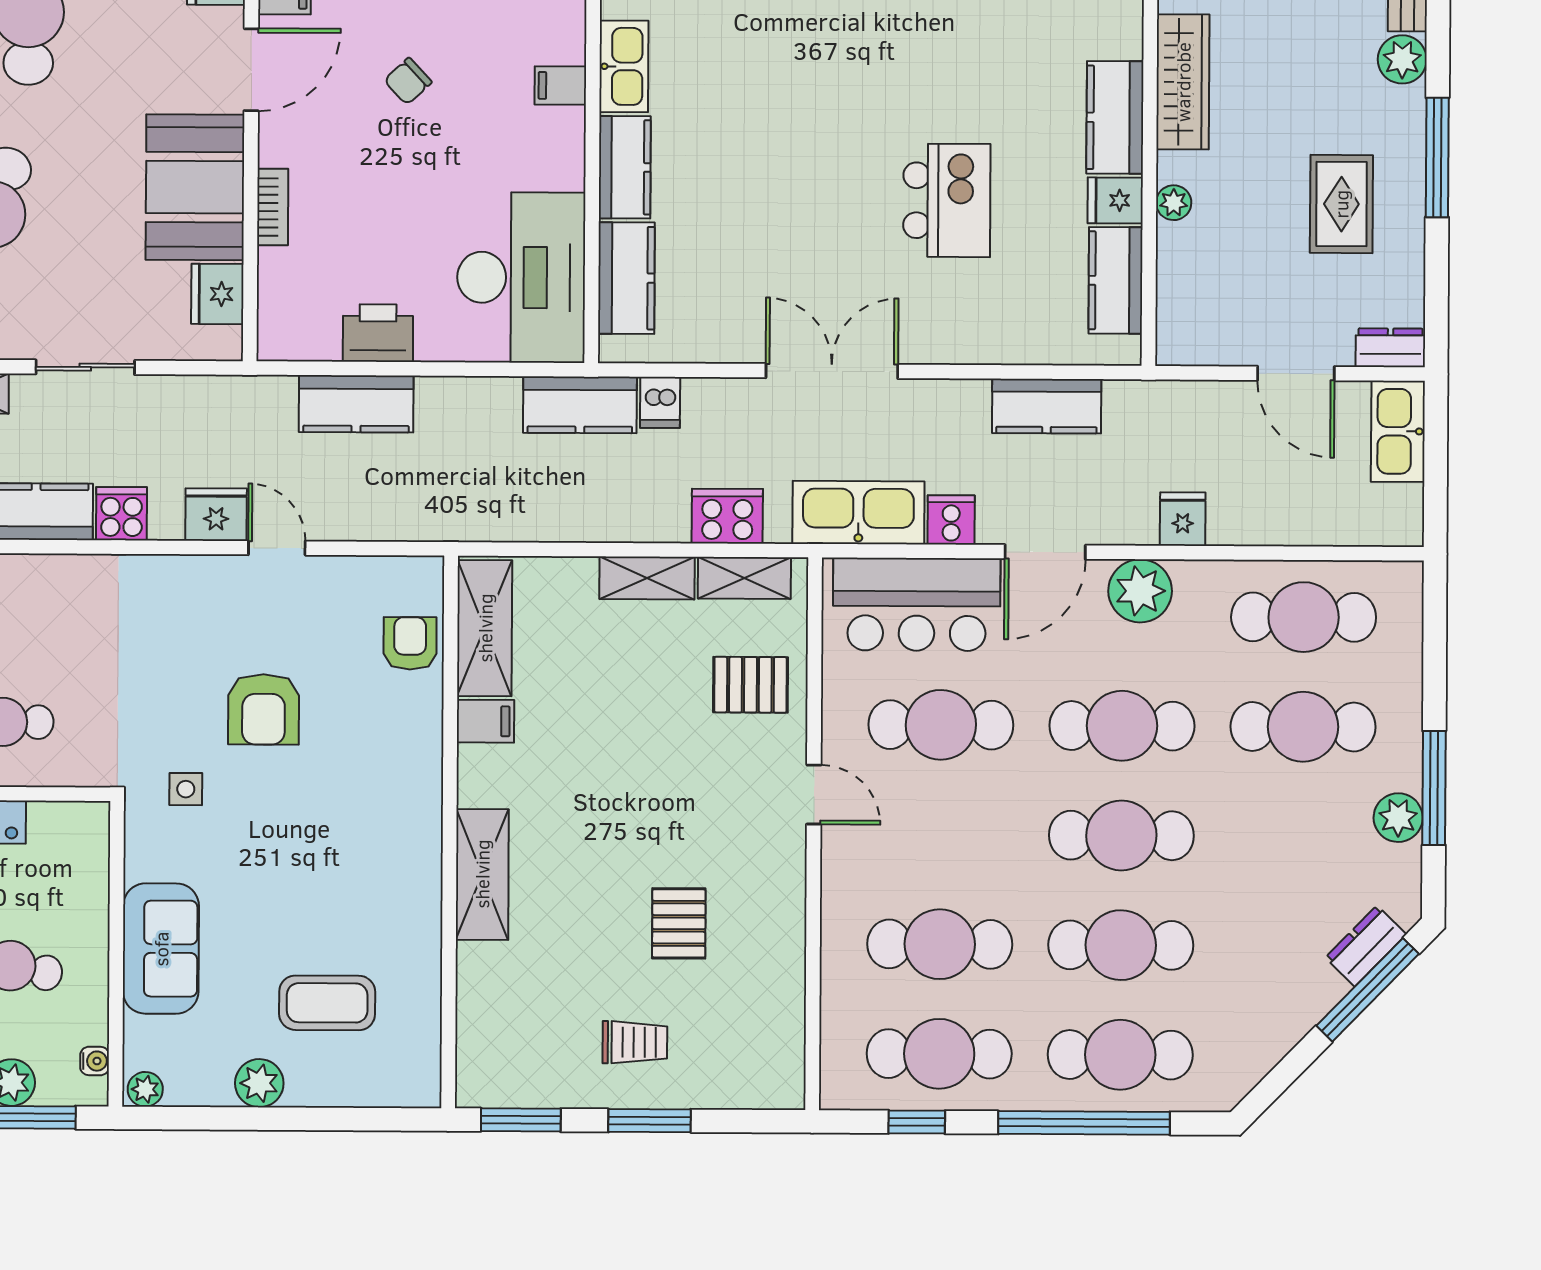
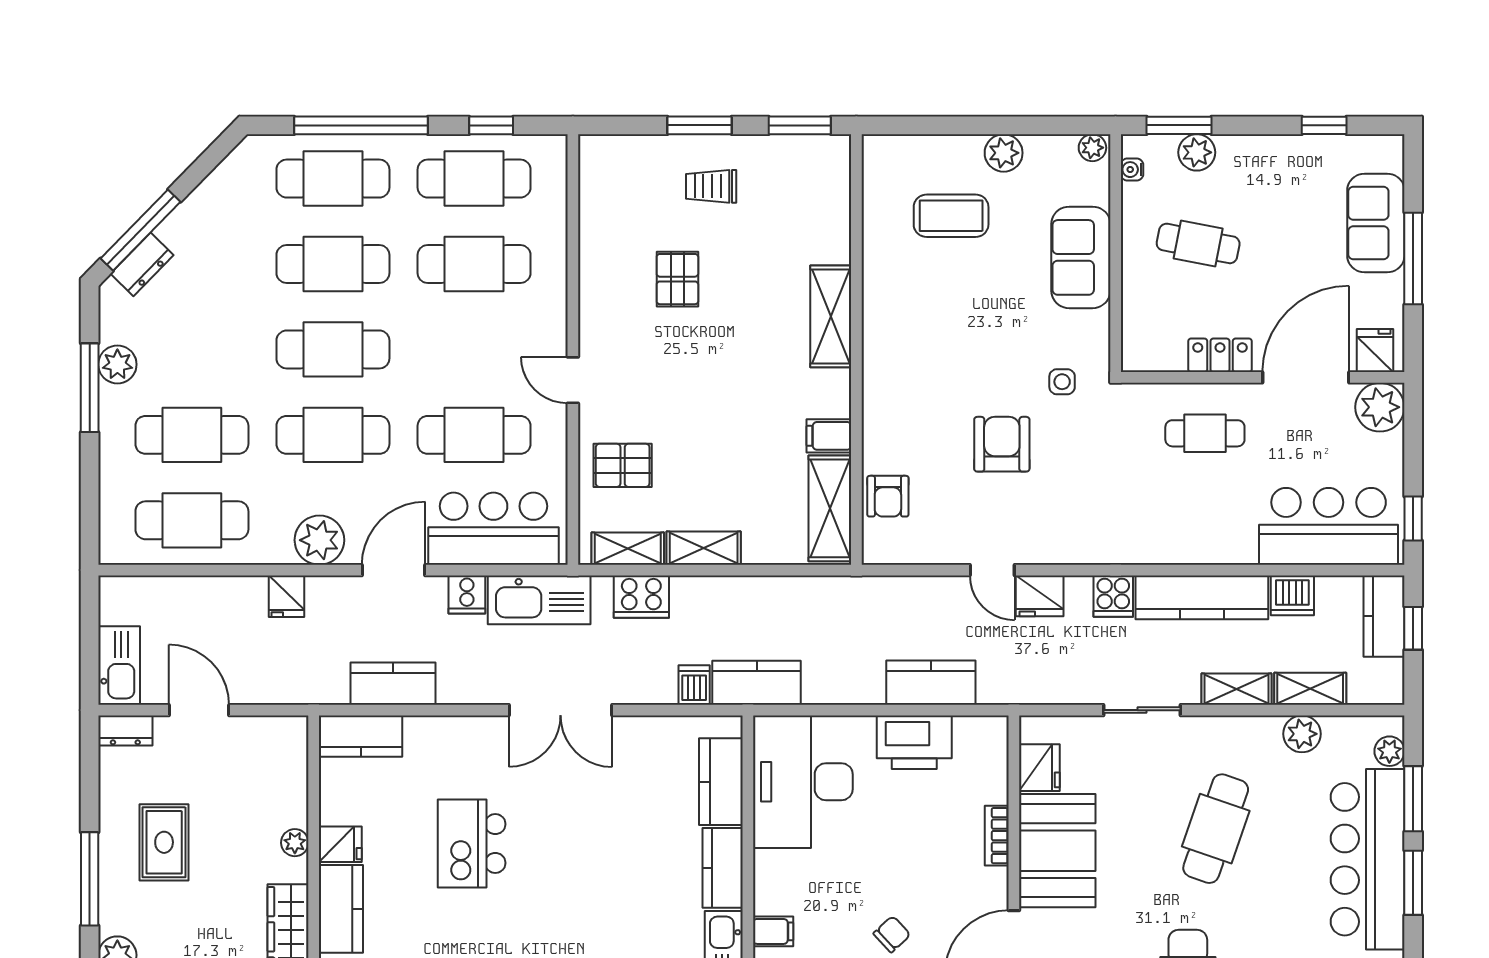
kitchen counter: (1116, 280) -> (361, 736), moved, turned 90
printer: (378, 333) -> (914, 742), width x1.37, depth x1.19

